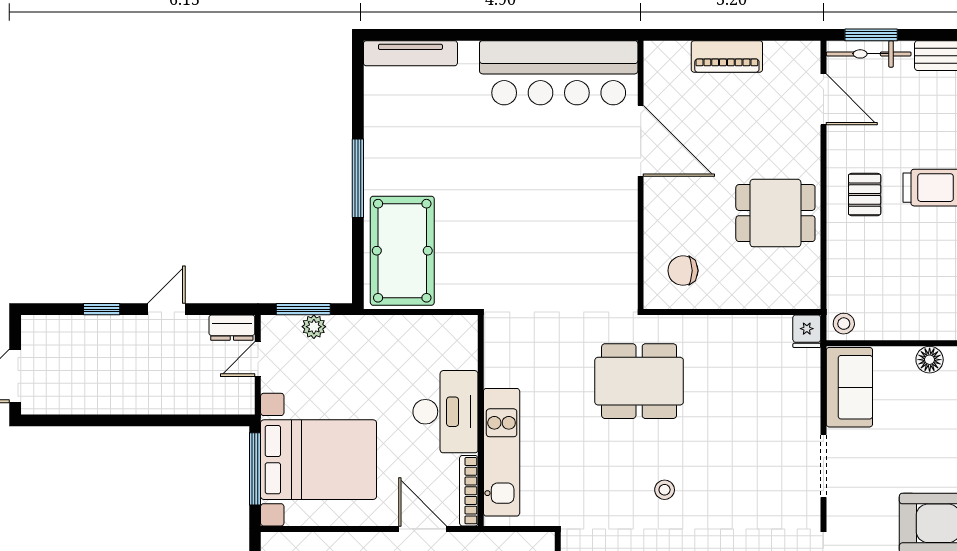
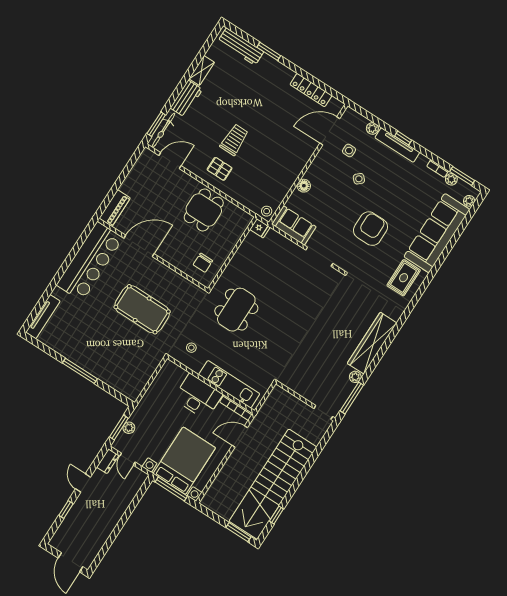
piano: (727, 56) -> (115, 208), moved
pool table: (402, 251) -> (142, 309), moved
stool: (665, 490) -> (191, 348), moved

